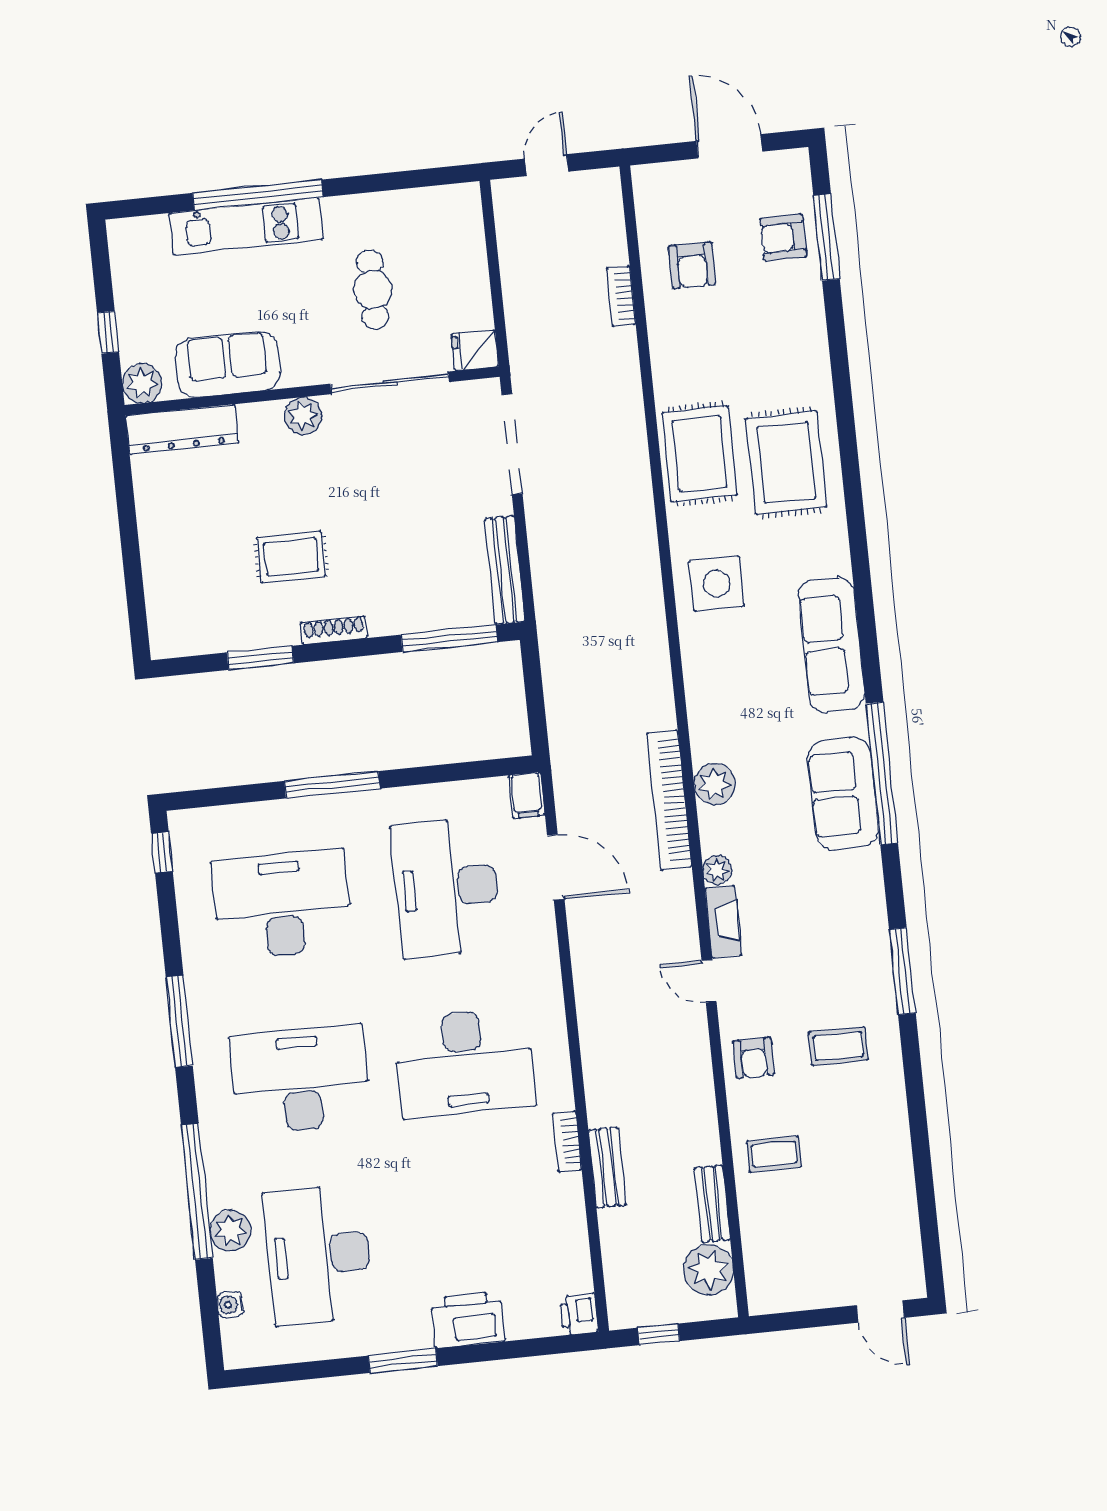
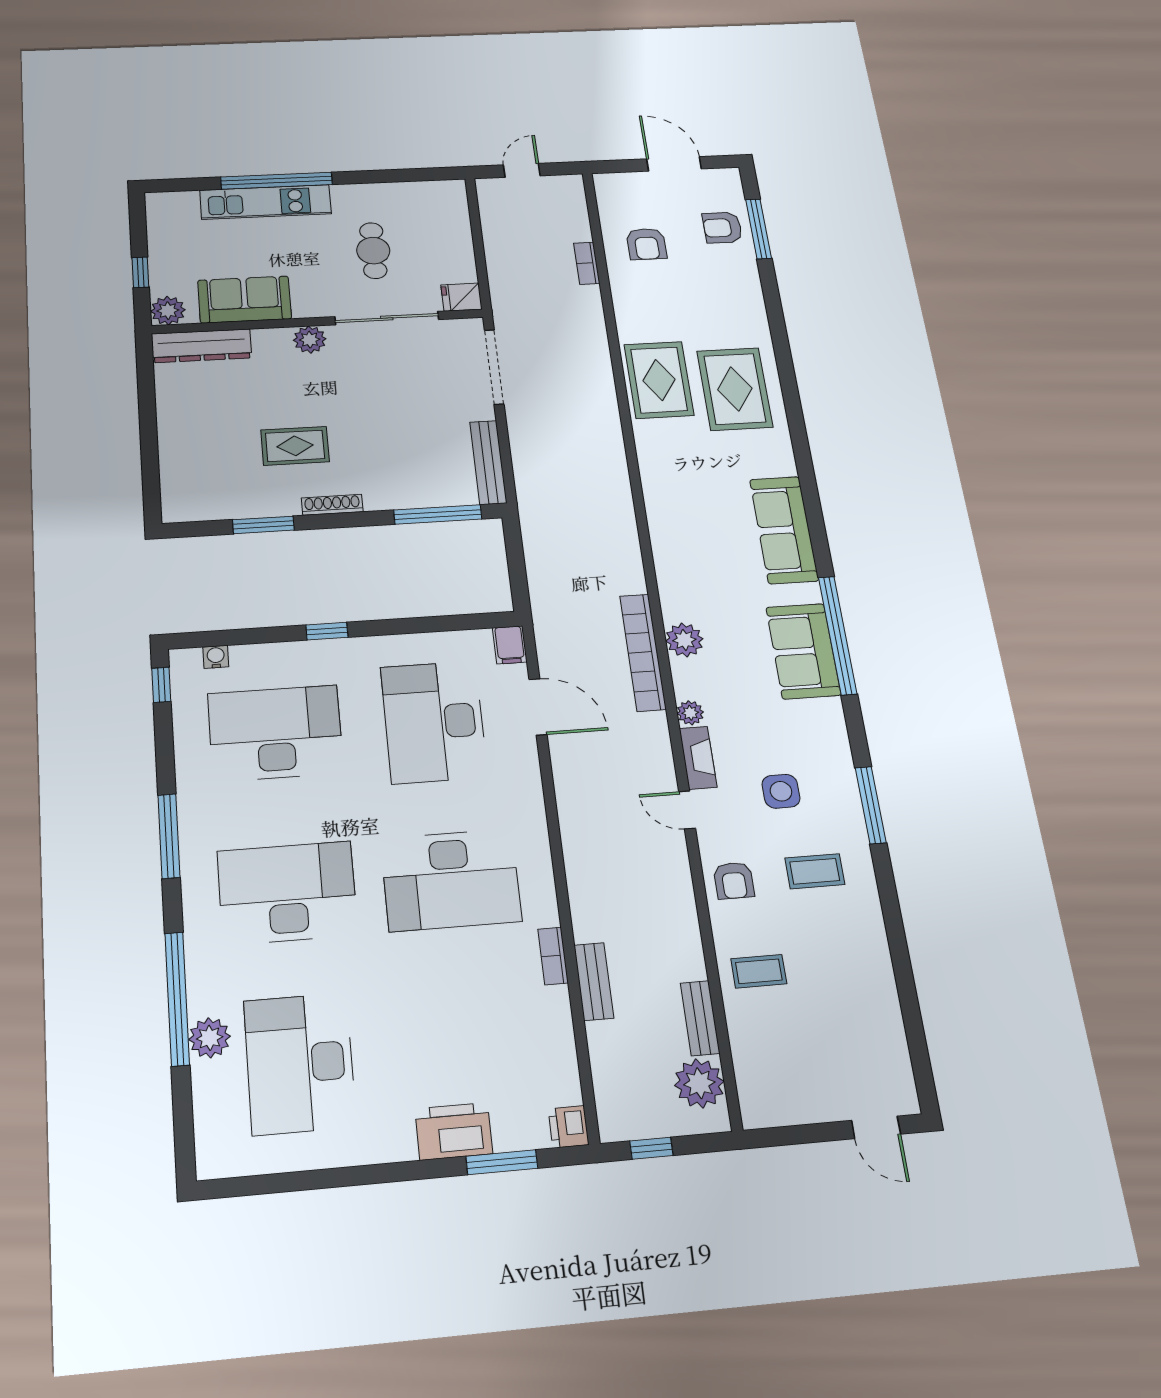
side table: (717, 584) -> (781, 791), moved, width x0.73, depth x0.73
window: (332, 785) -> (327, 631), width x0.46
water cooler: (230, 1305) -> (216, 657), moved, turned 90
window: (403, 1361) -> (502, 1162), moved

